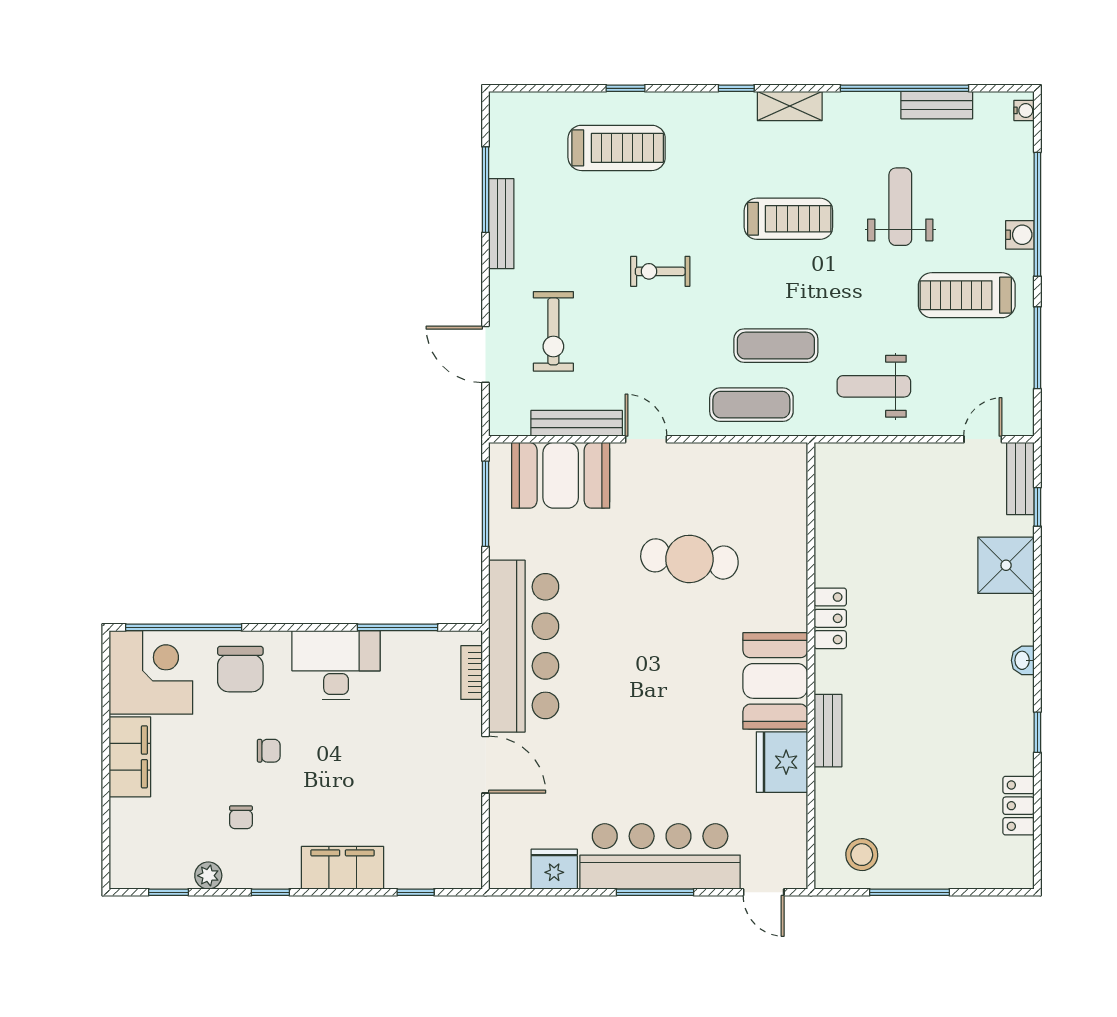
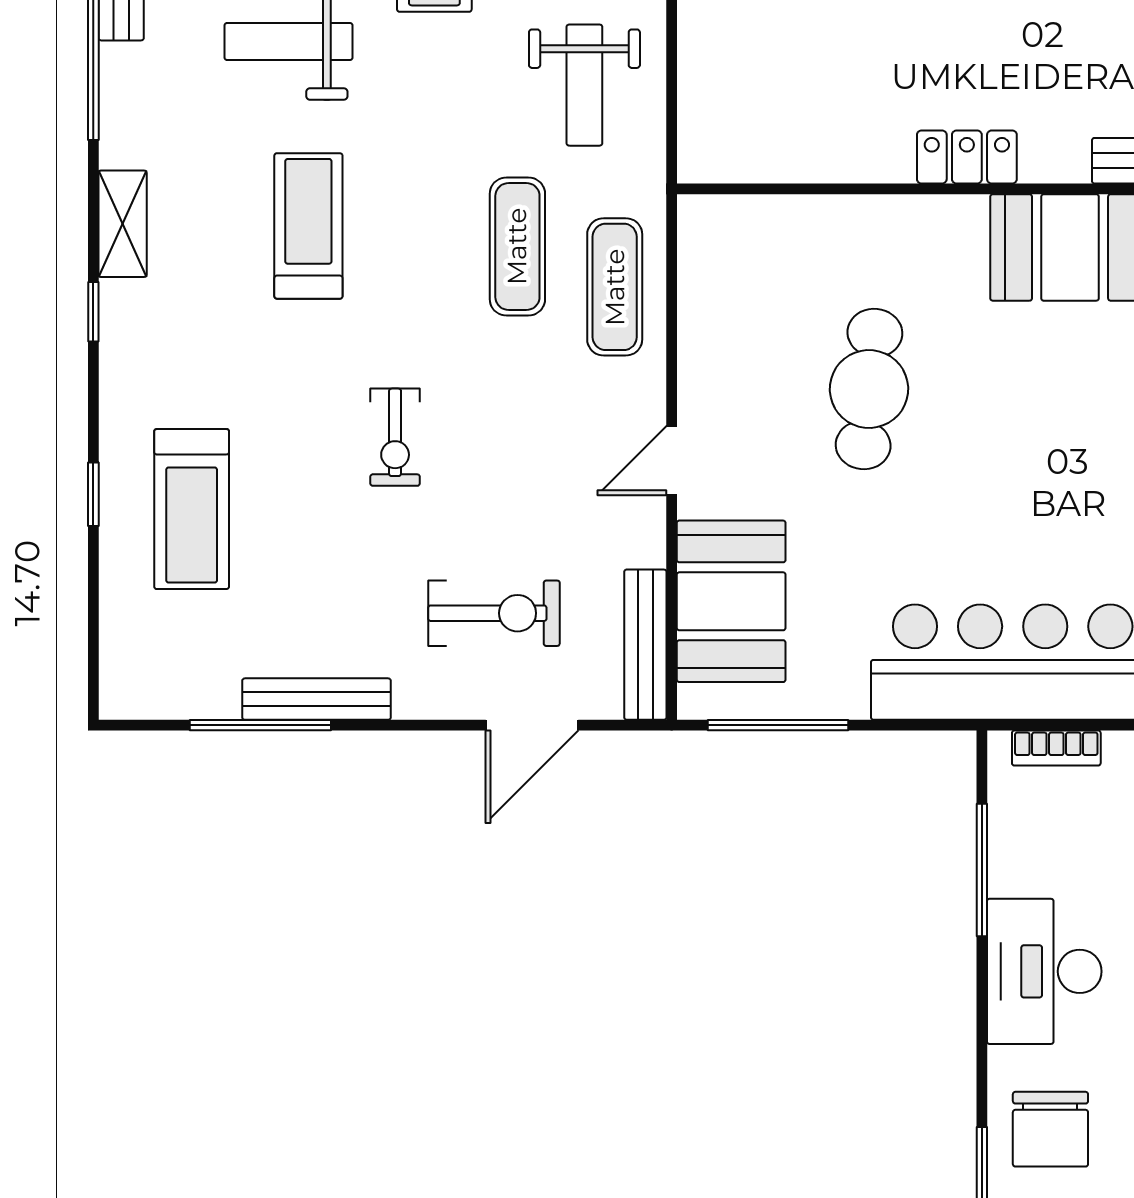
treadmill: (617, 148) -> (192, 509), turned 180
bench: (577, 423) -> (645, 645), moved
chair: (240, 669) -> (1050, 1129), turned 90

